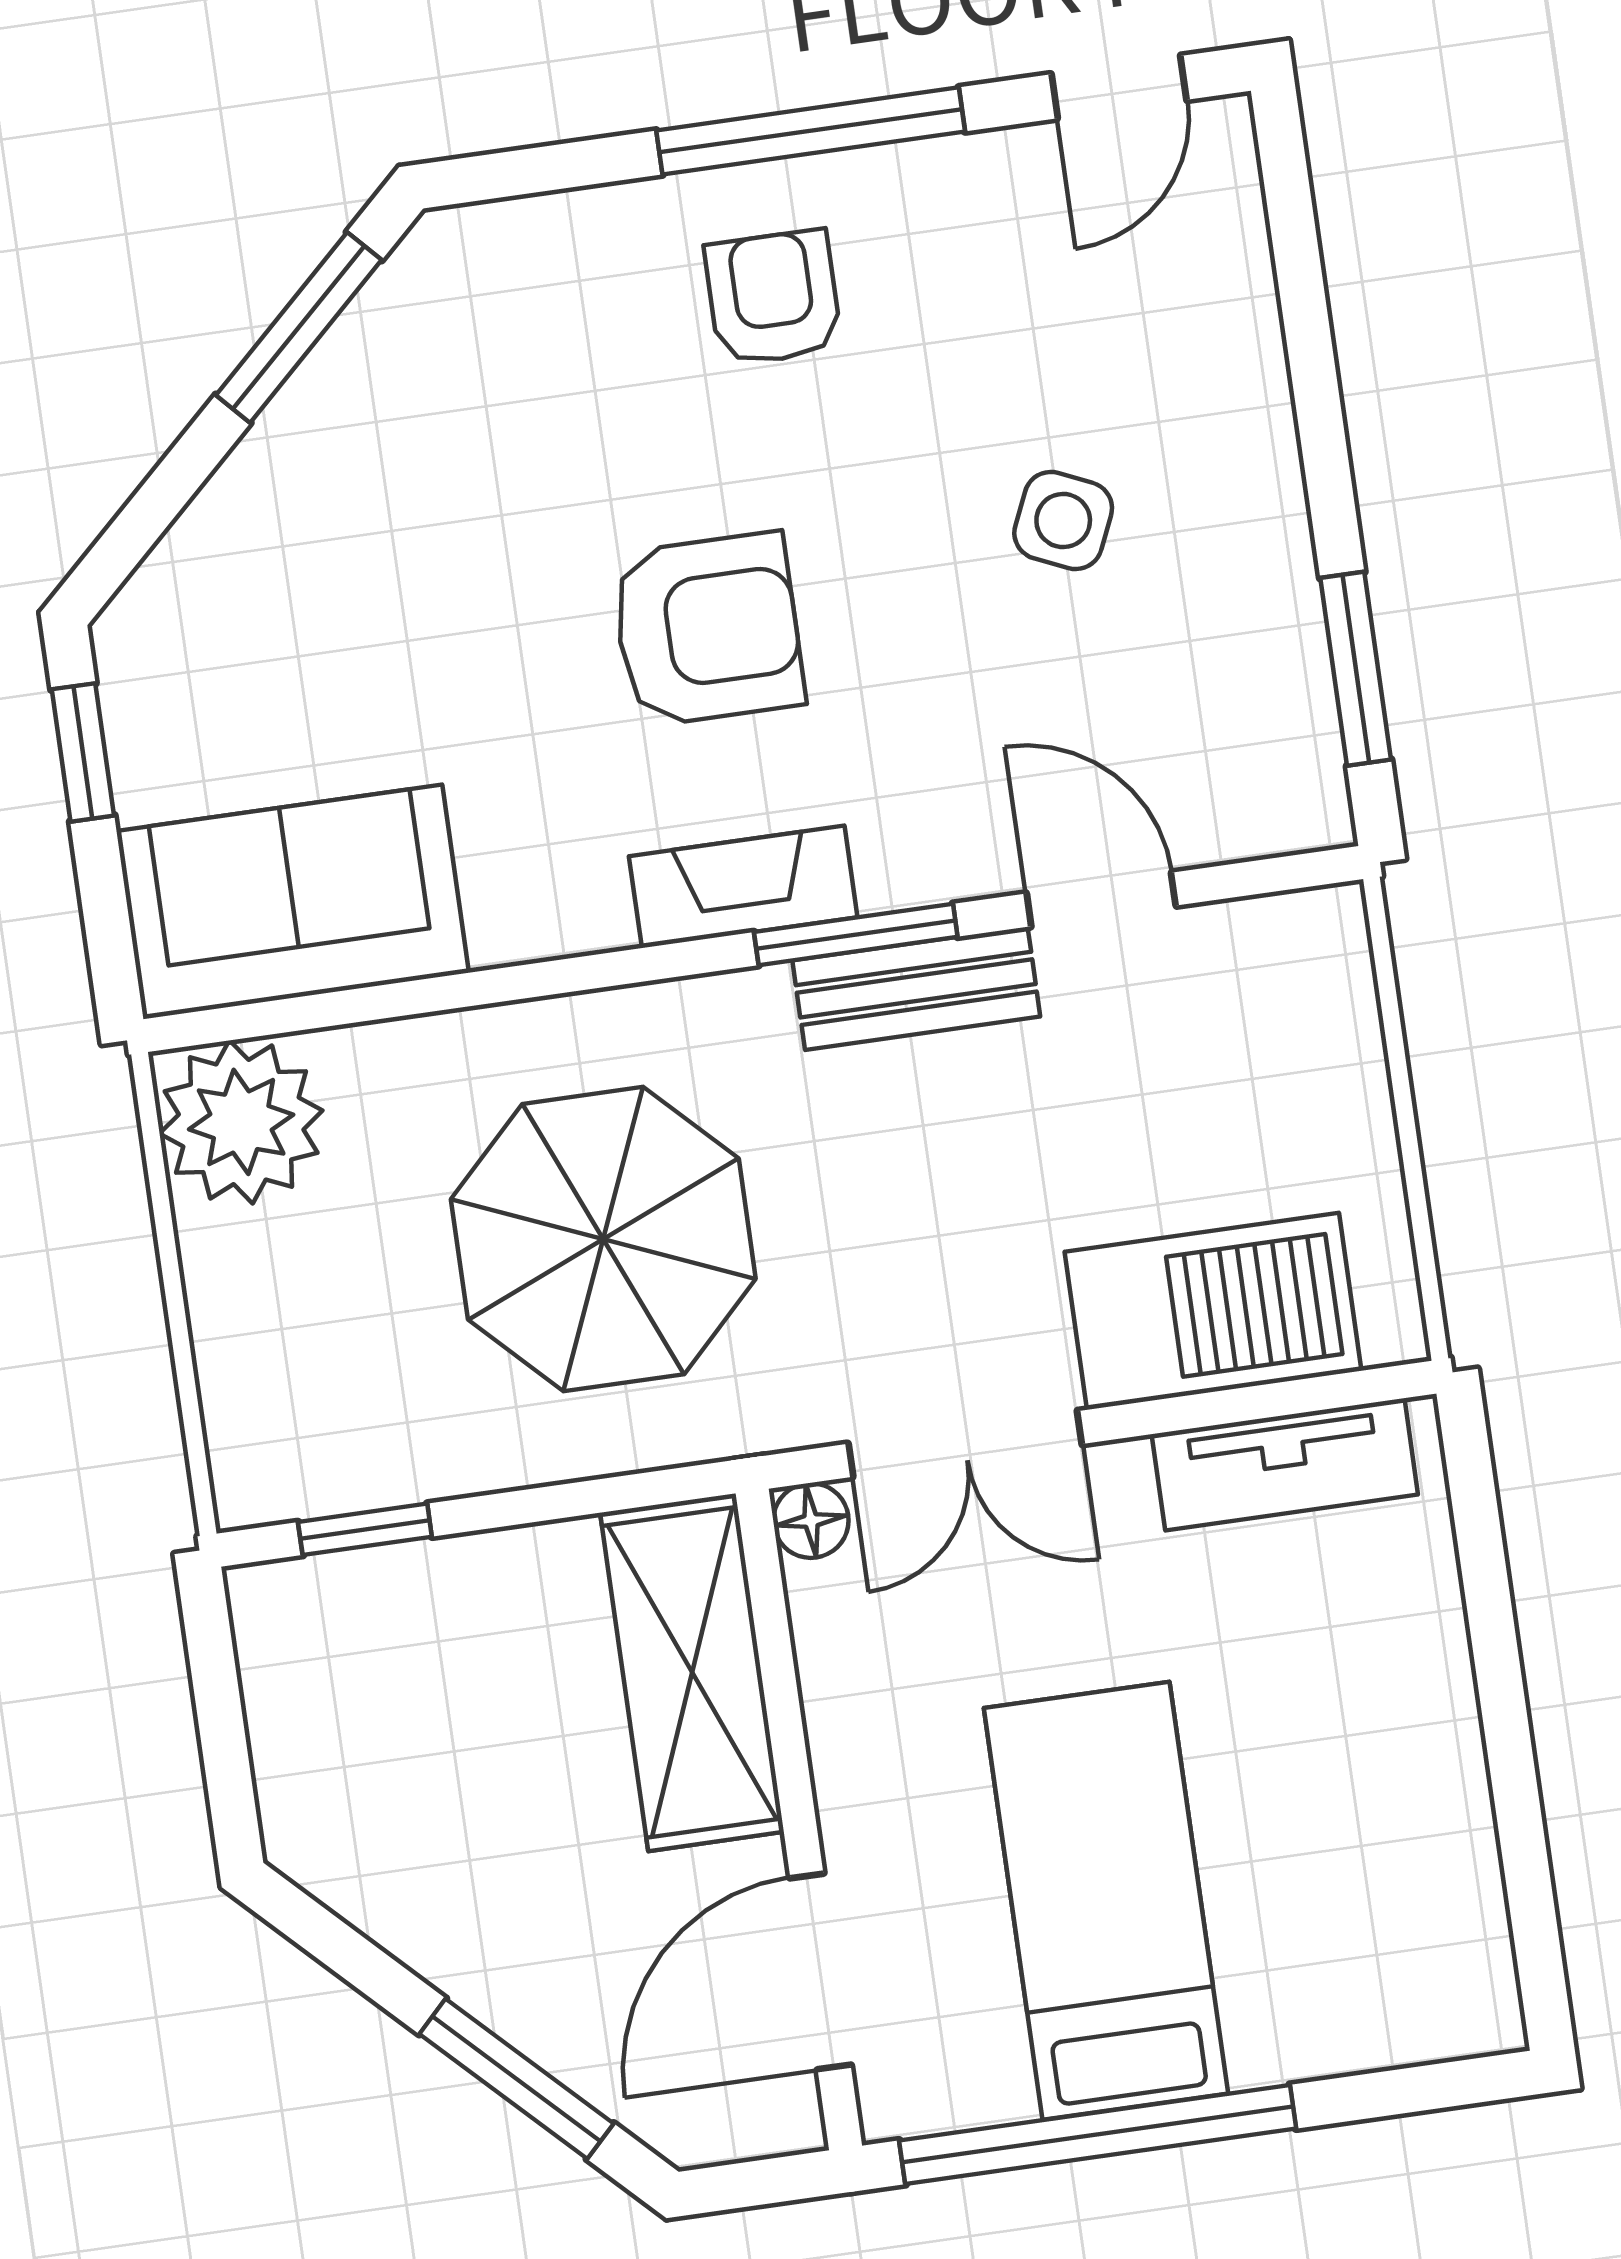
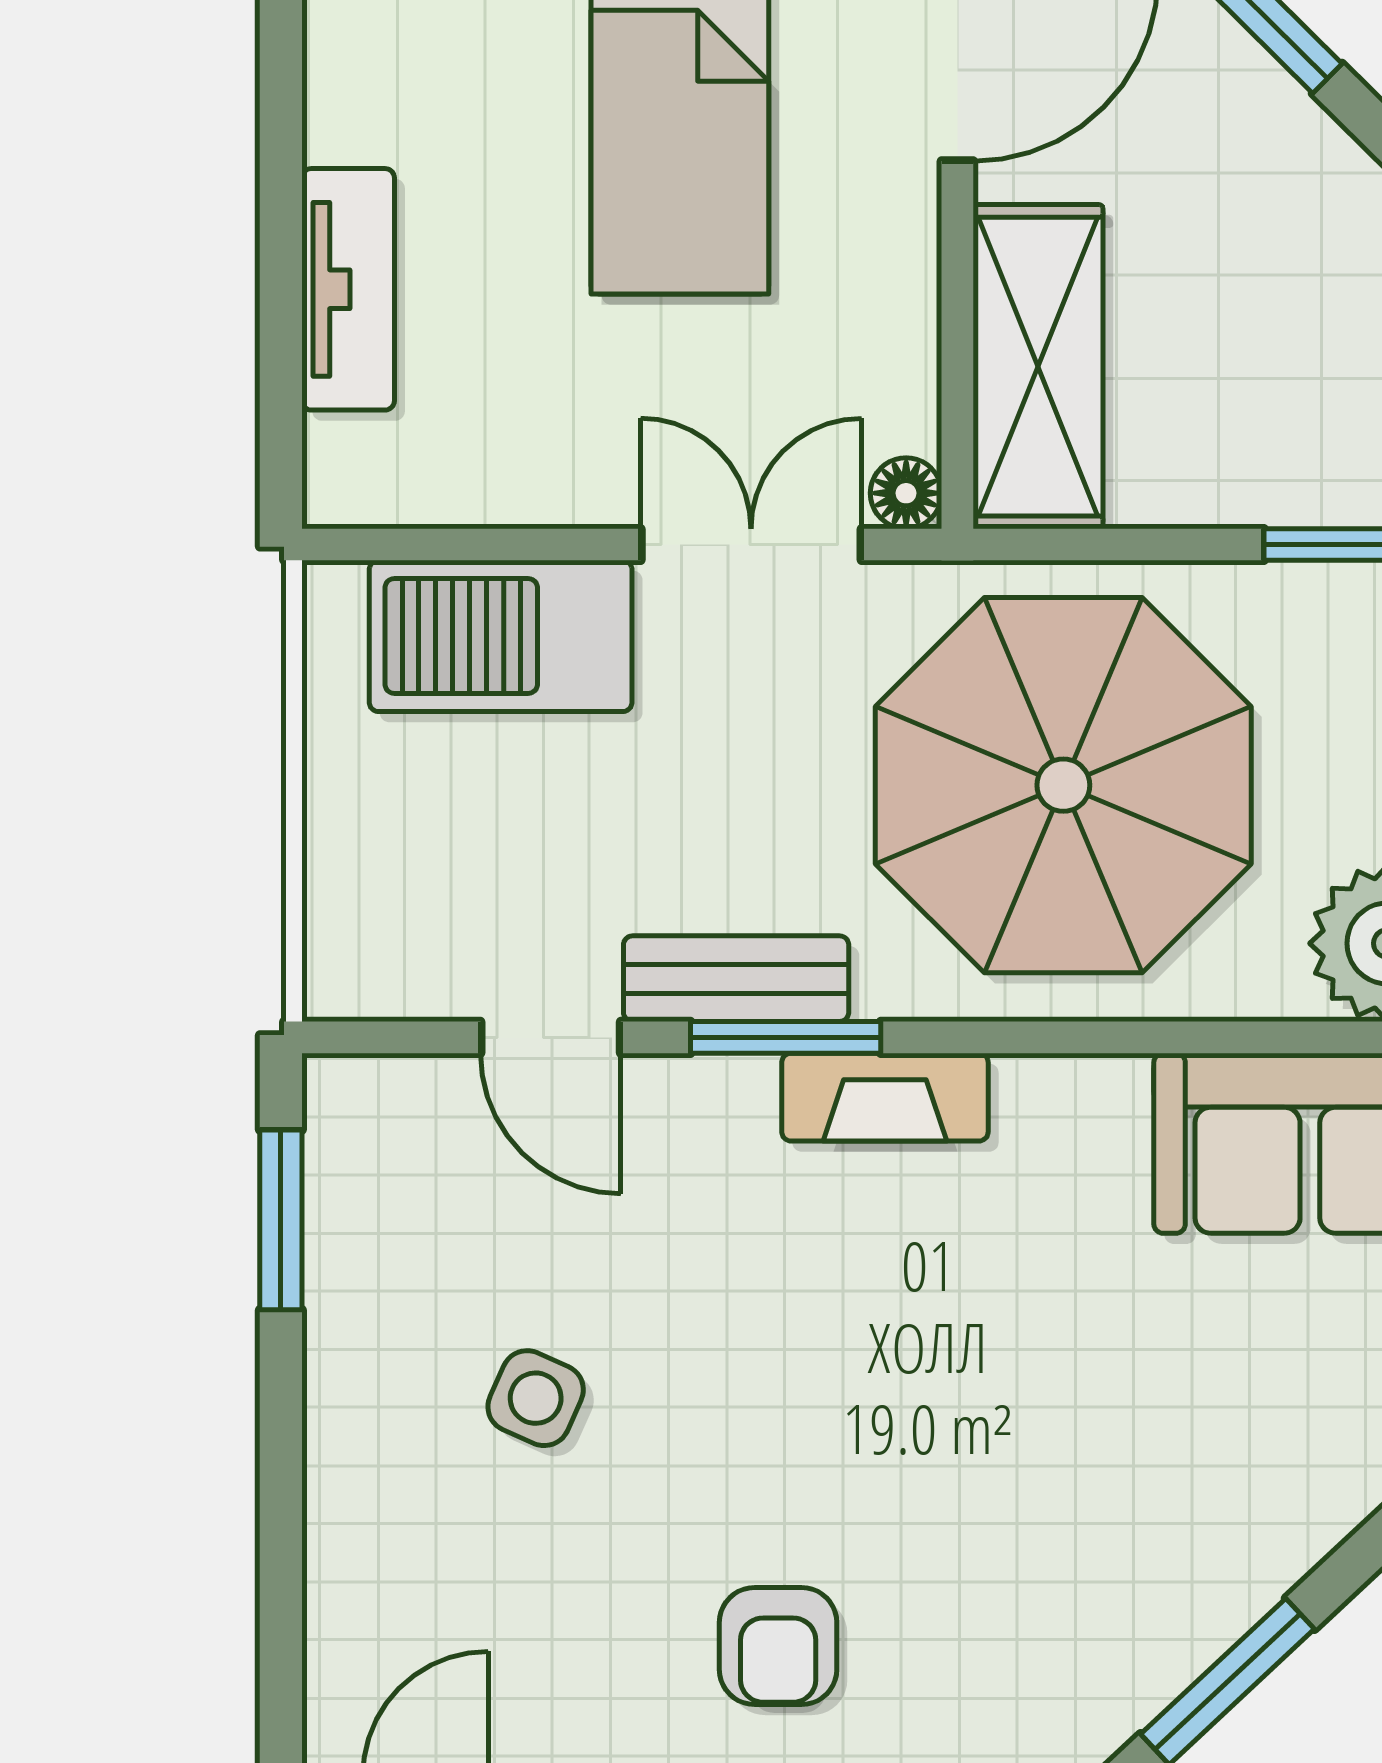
armchair: (707, 629) -> (884, 1343), removed
parasol: (603, 1239) -> (1063, 785), width x1.36, depth x1.36
tv unit: (1285, 1464) -> (348, 289), moved, turned 90

